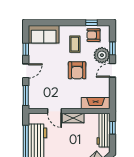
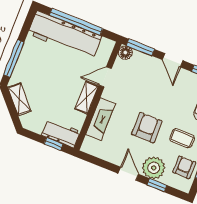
armchair: (77, 70) -> (147, 128), turned 90
fireplace: (96, 103) -> (101, 119), moved
floor lamp: (33, 104) -> (125, 53), added
workbench: (103, 130) -> (61, 133), width x0.73

